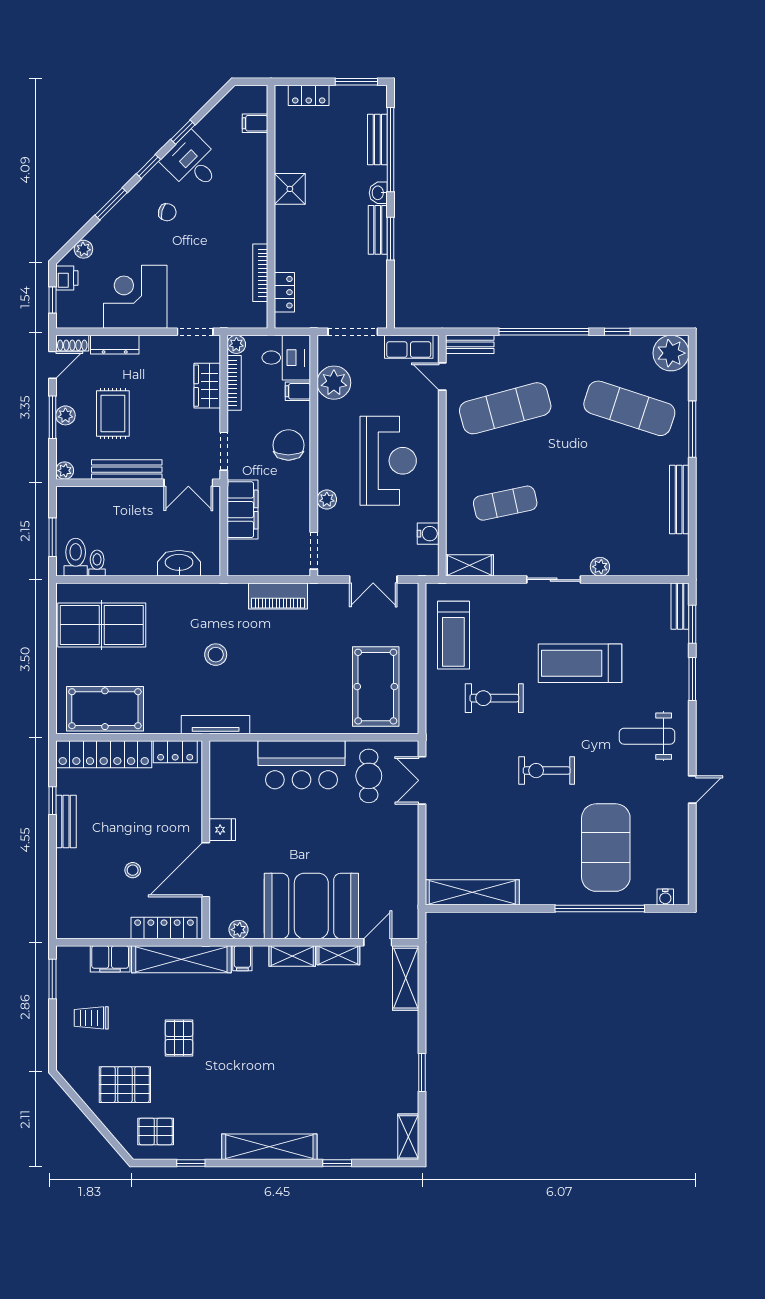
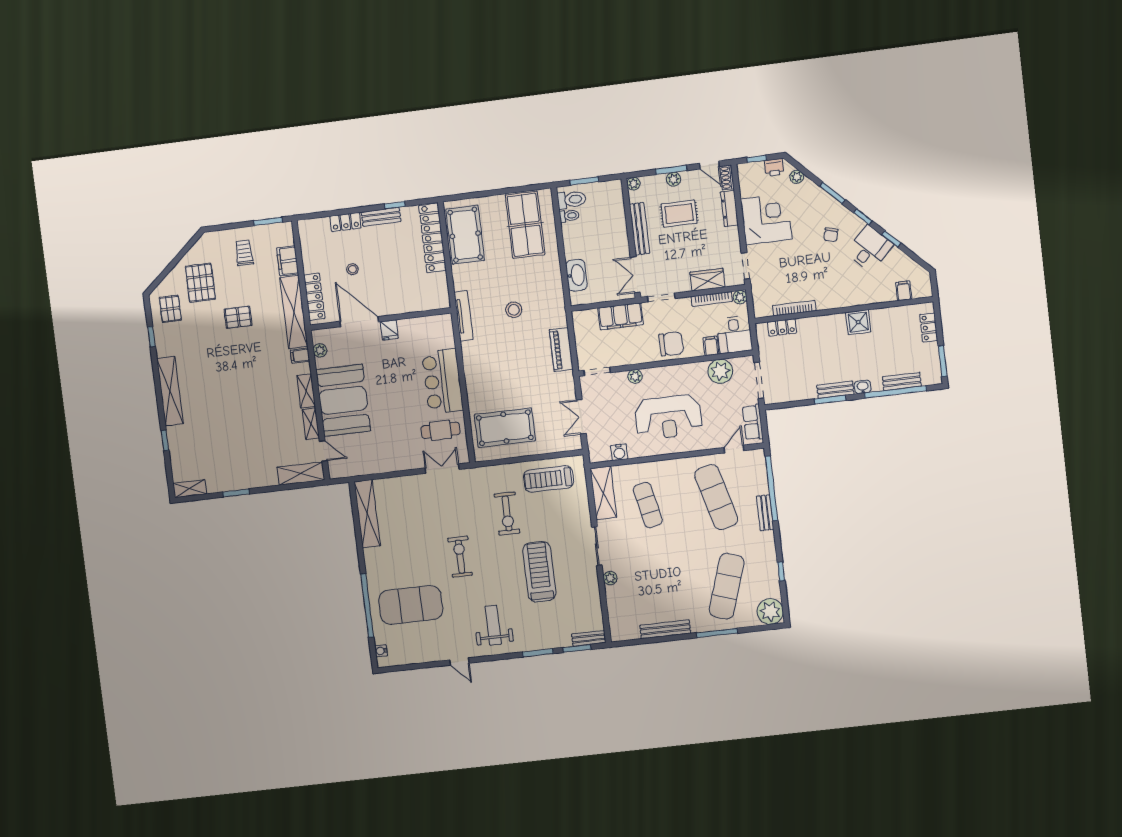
window: (544, 332) -> (771, 488), moved
bench: (470, 344) -> (765, 513), moved
shelving: (469, 565) -> (603, 493), width x1.50, depth x1.33
exercise bike: (494, 698) -> (507, 513), turned 180
locker: (175, 752) -> (345, 222), moved, turned -90

